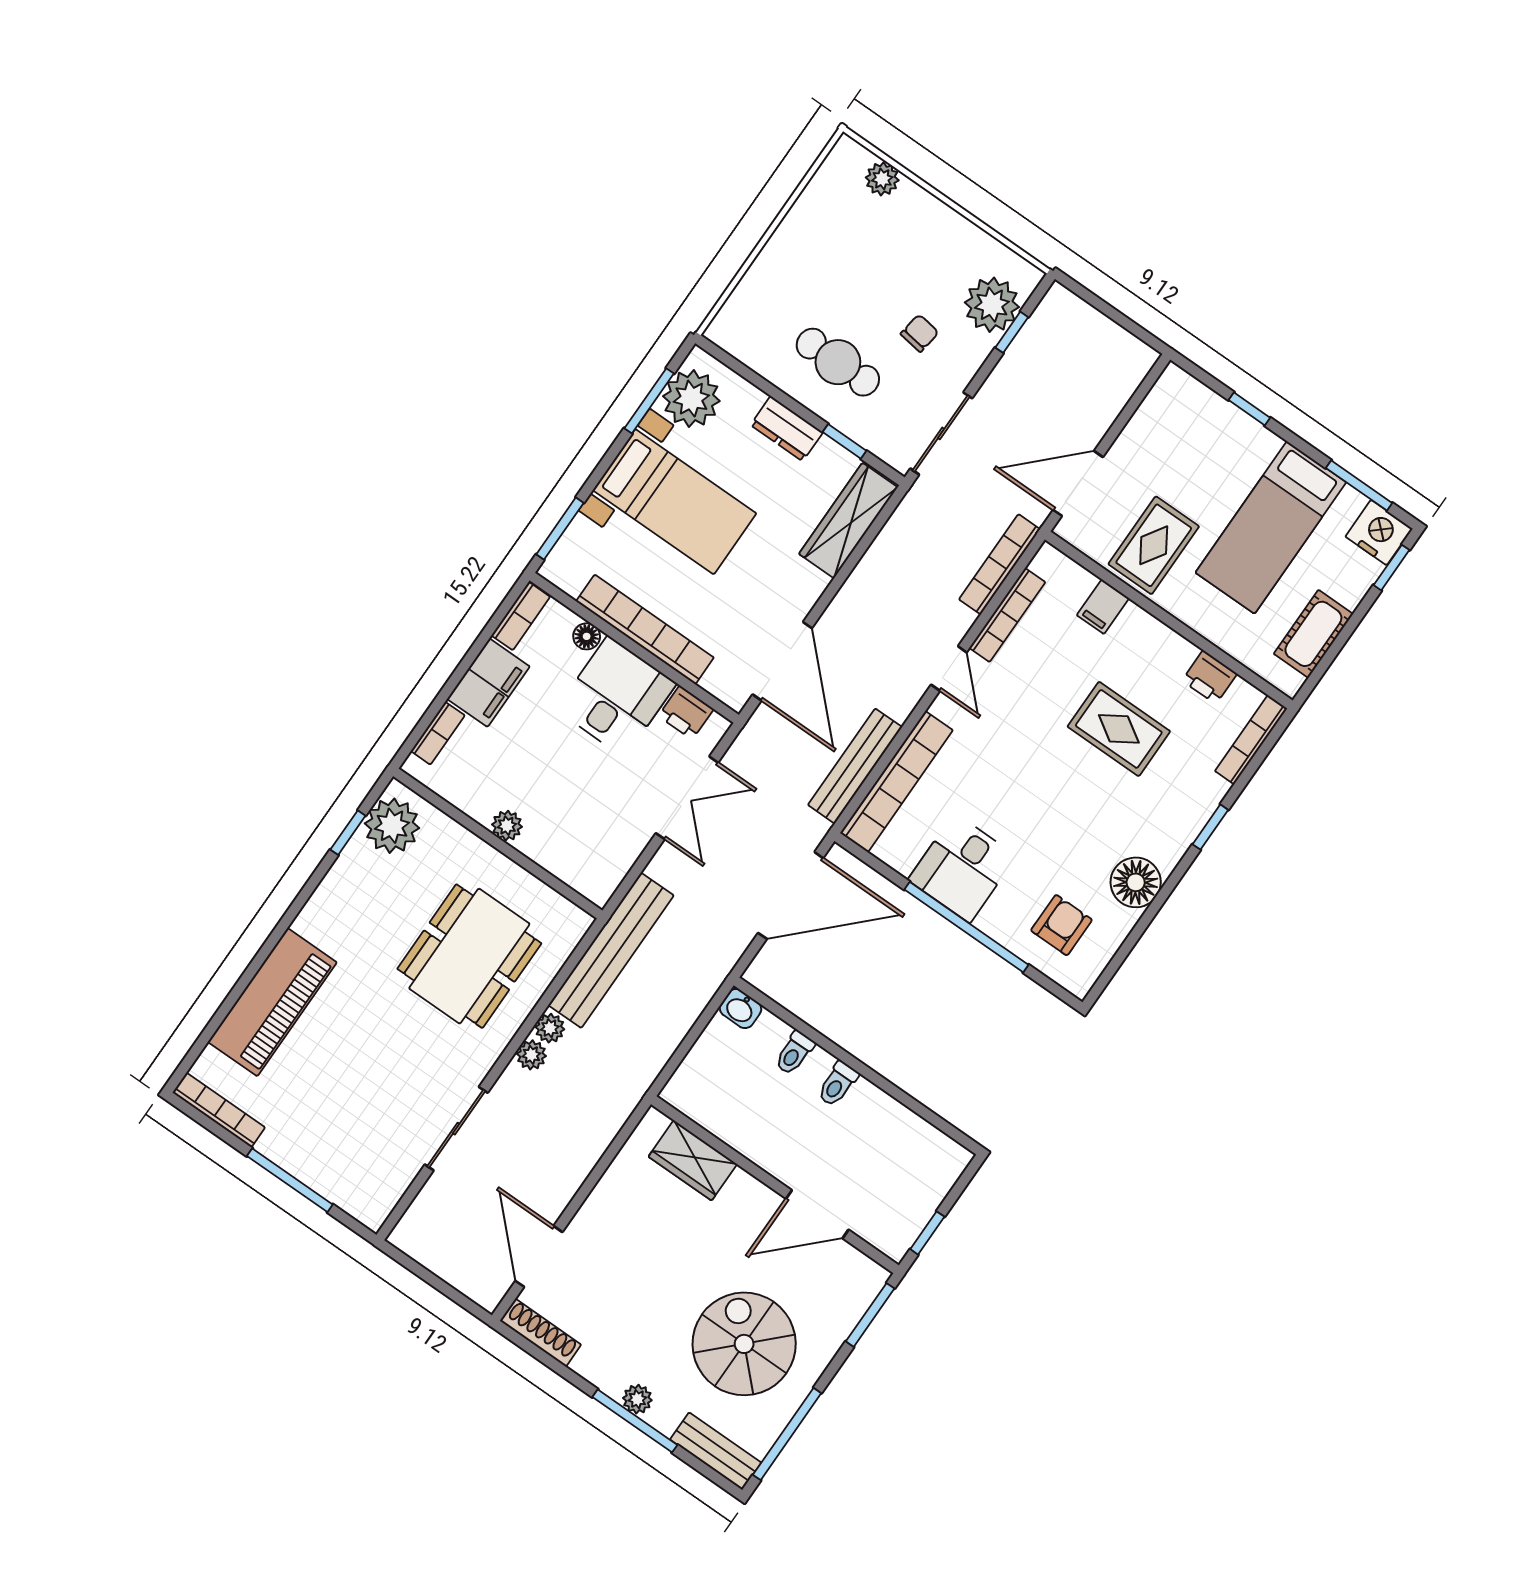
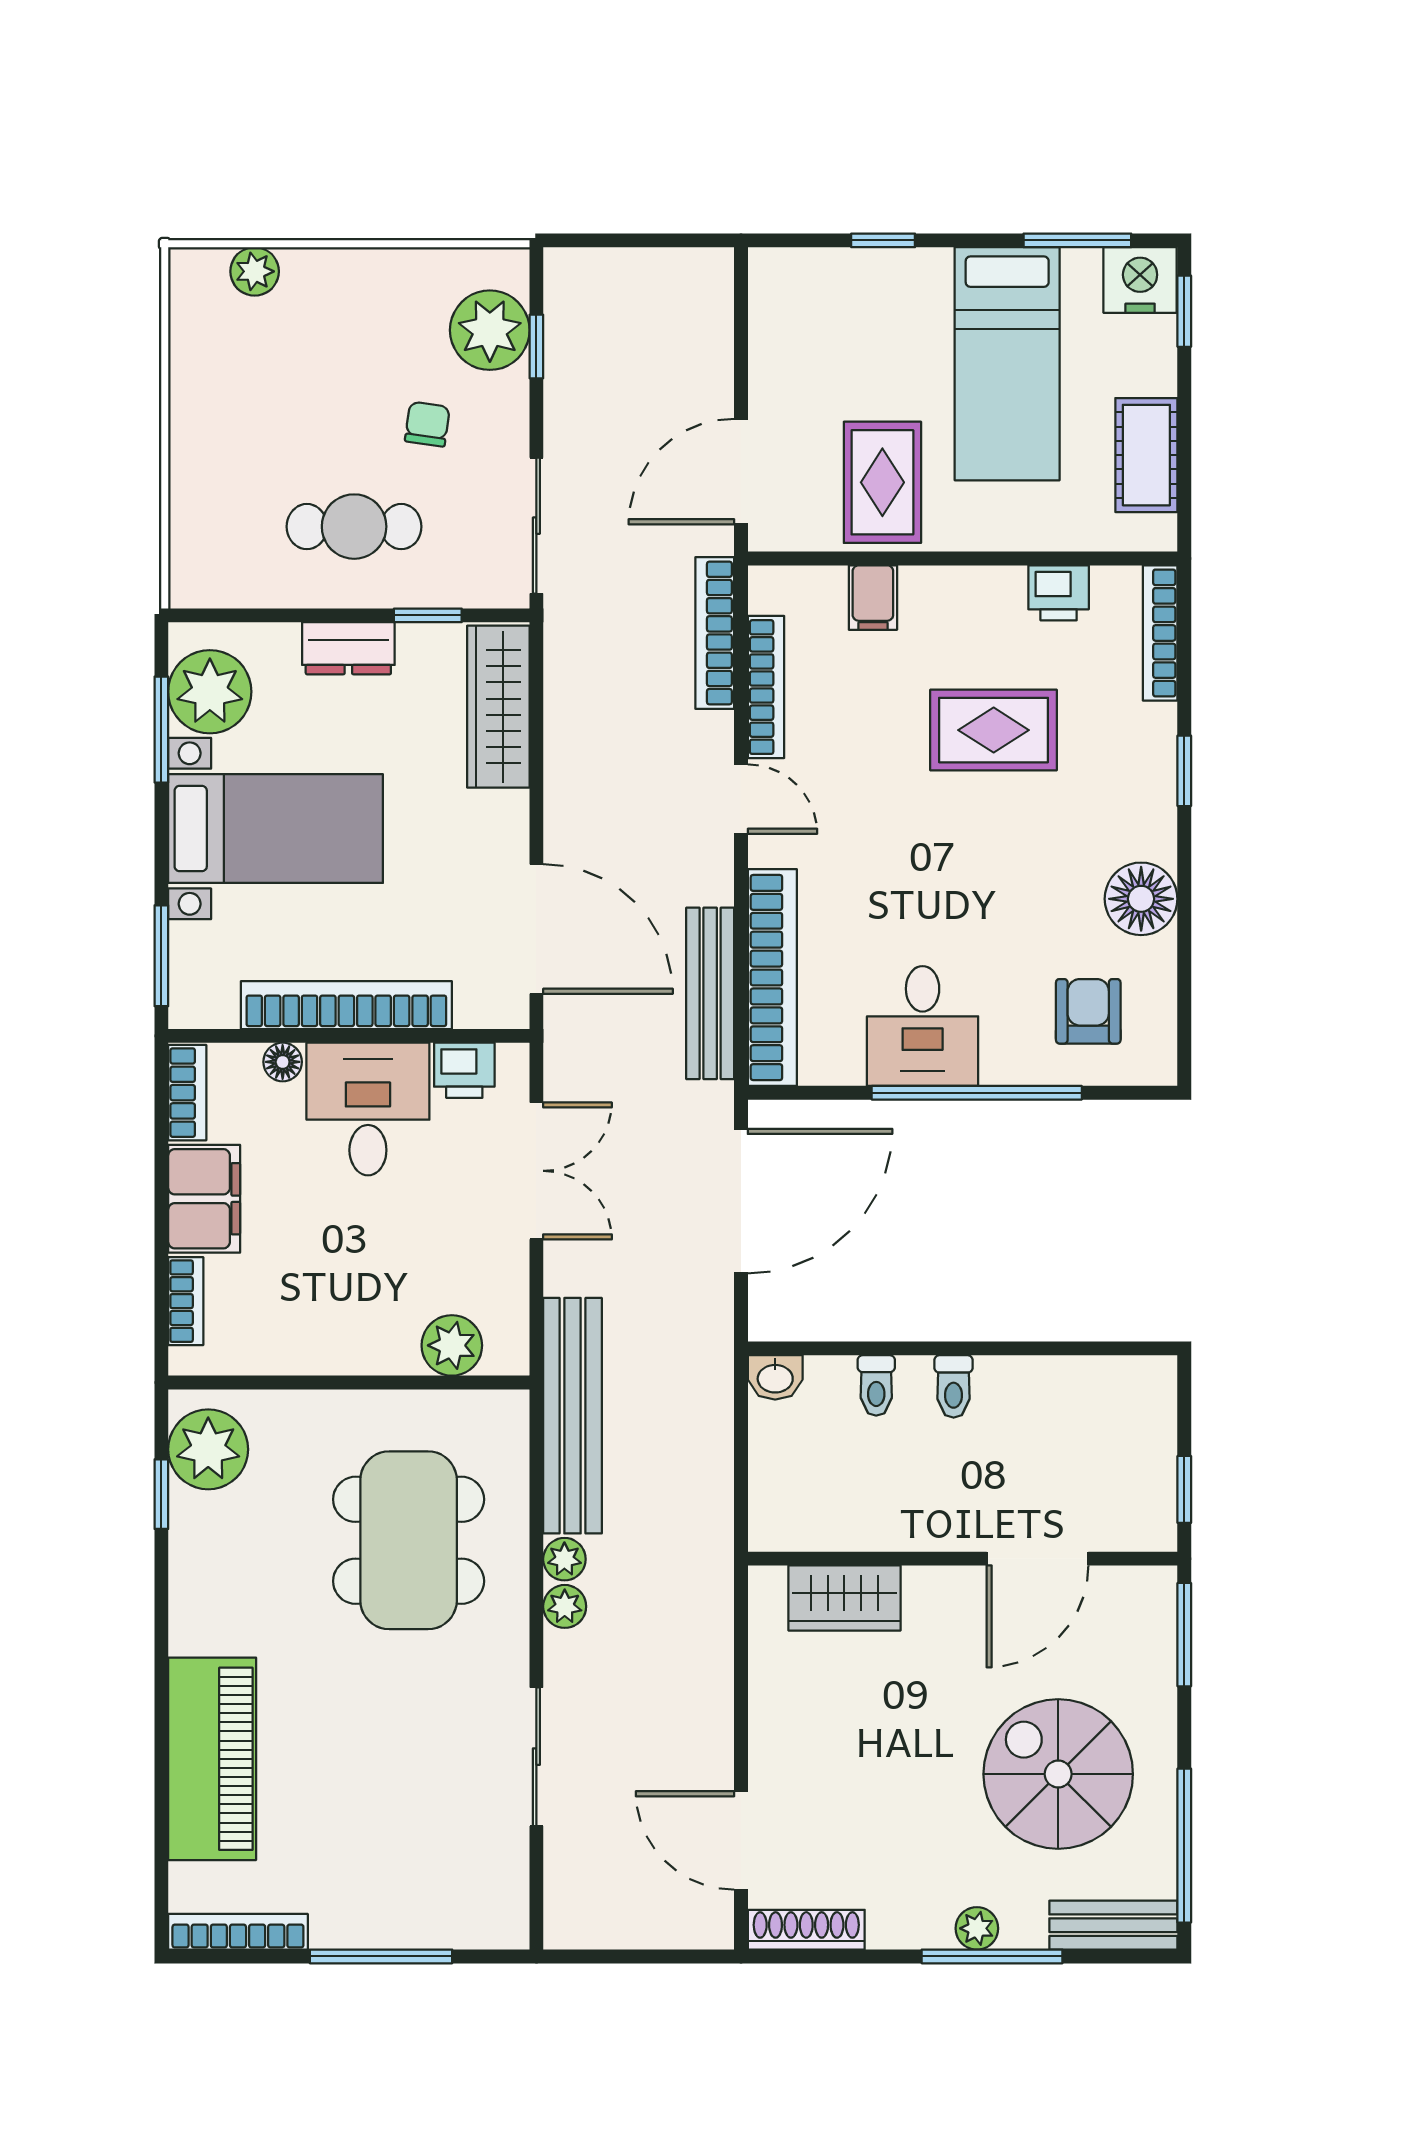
plant: (507, 826) -> (452, 1345), moved, width x1.38, depth x1.38

